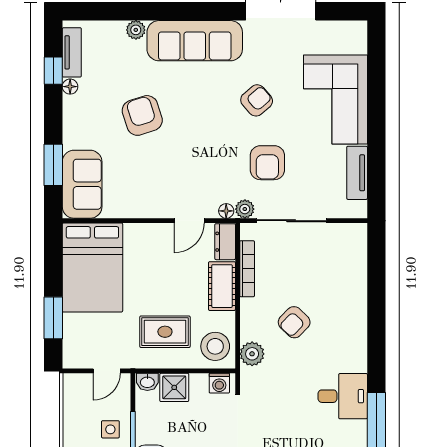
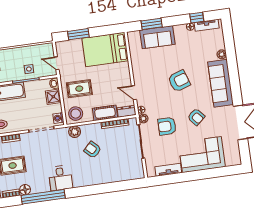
armchair: (142, 115) -> (179, 81), moved
sofa: (82, 184) -> (157, 37), moved
rug: (165, 332) -> (79, 89), turned 90

